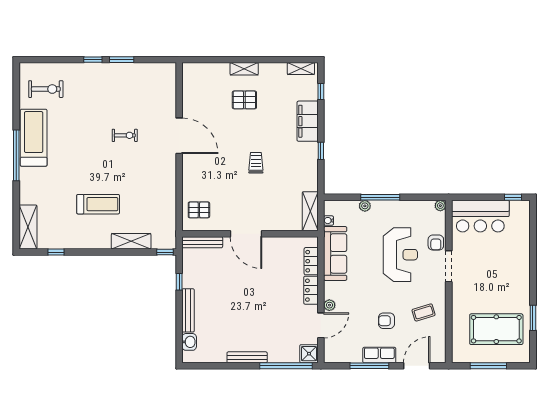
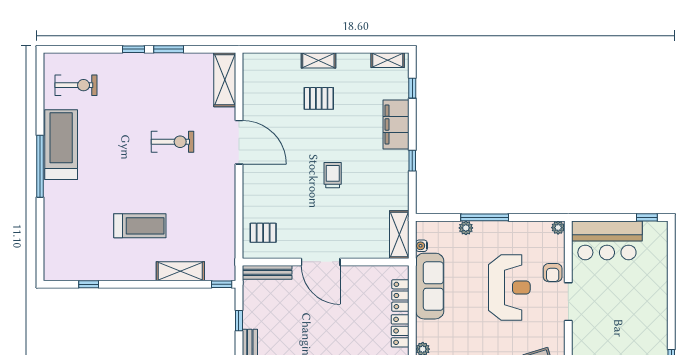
exercise bike: (125, 135) -> (173, 142), width x1.38, depth x1.39
shelving: (28, 227) -> (225, 80), moved

